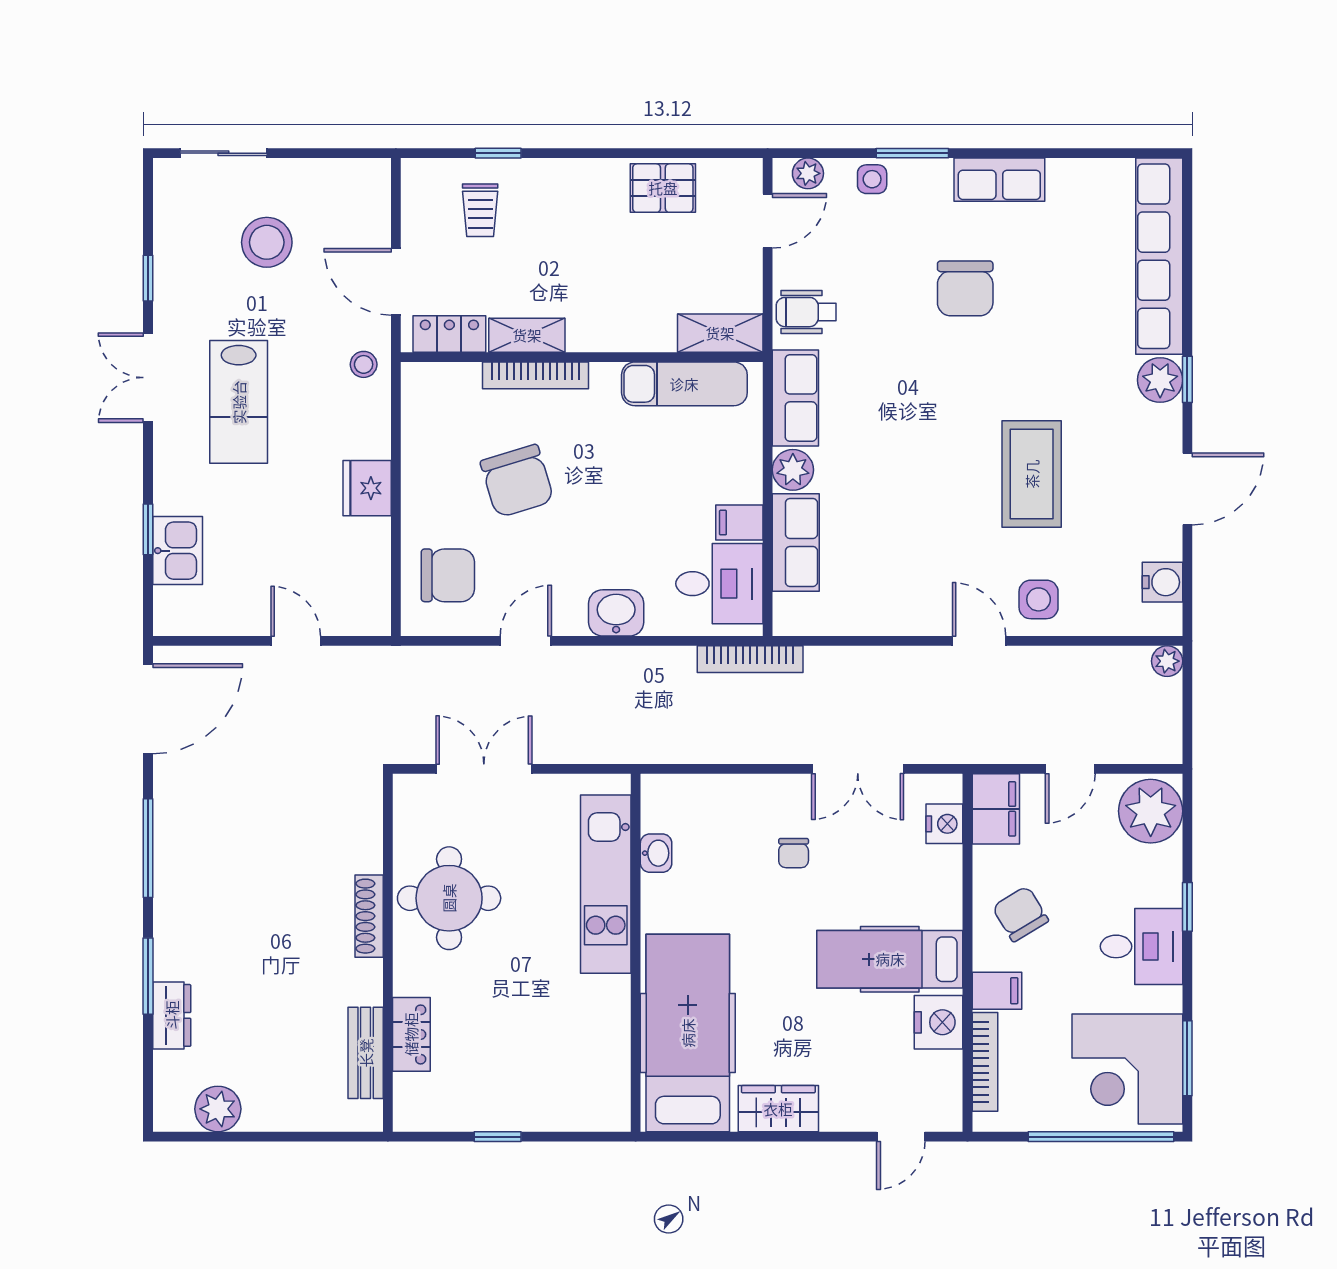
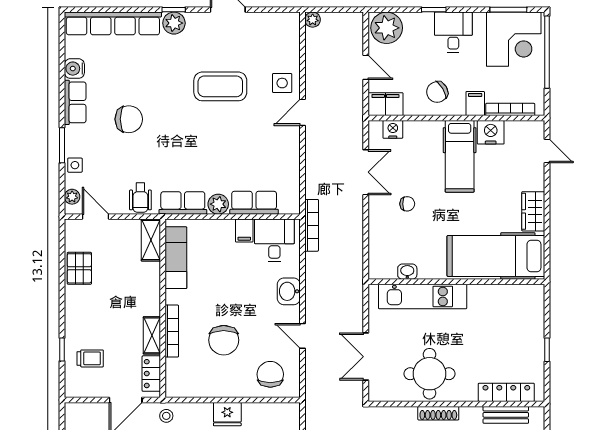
chair: (517, 481) -> (224, 340), turned 107
water cooler: (1162, 582) -> (74, 69), moved, turned -90
locker: (411, 1034) -> (506, 392), width x1.53

